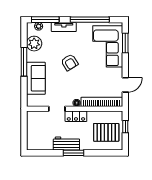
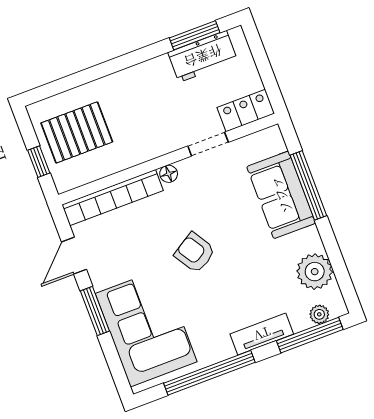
window: (125, 43) -> (95, 311), moved
window: (24, 62) -> (308, 185), moved
armchair: (70, 62) -> (195, 253), moved
locker: (76, 116) -> (246, 111), moved
workbench: (66, 143) -> (203, 56), moved
window: (74, 153) -> (195, 35), moved

